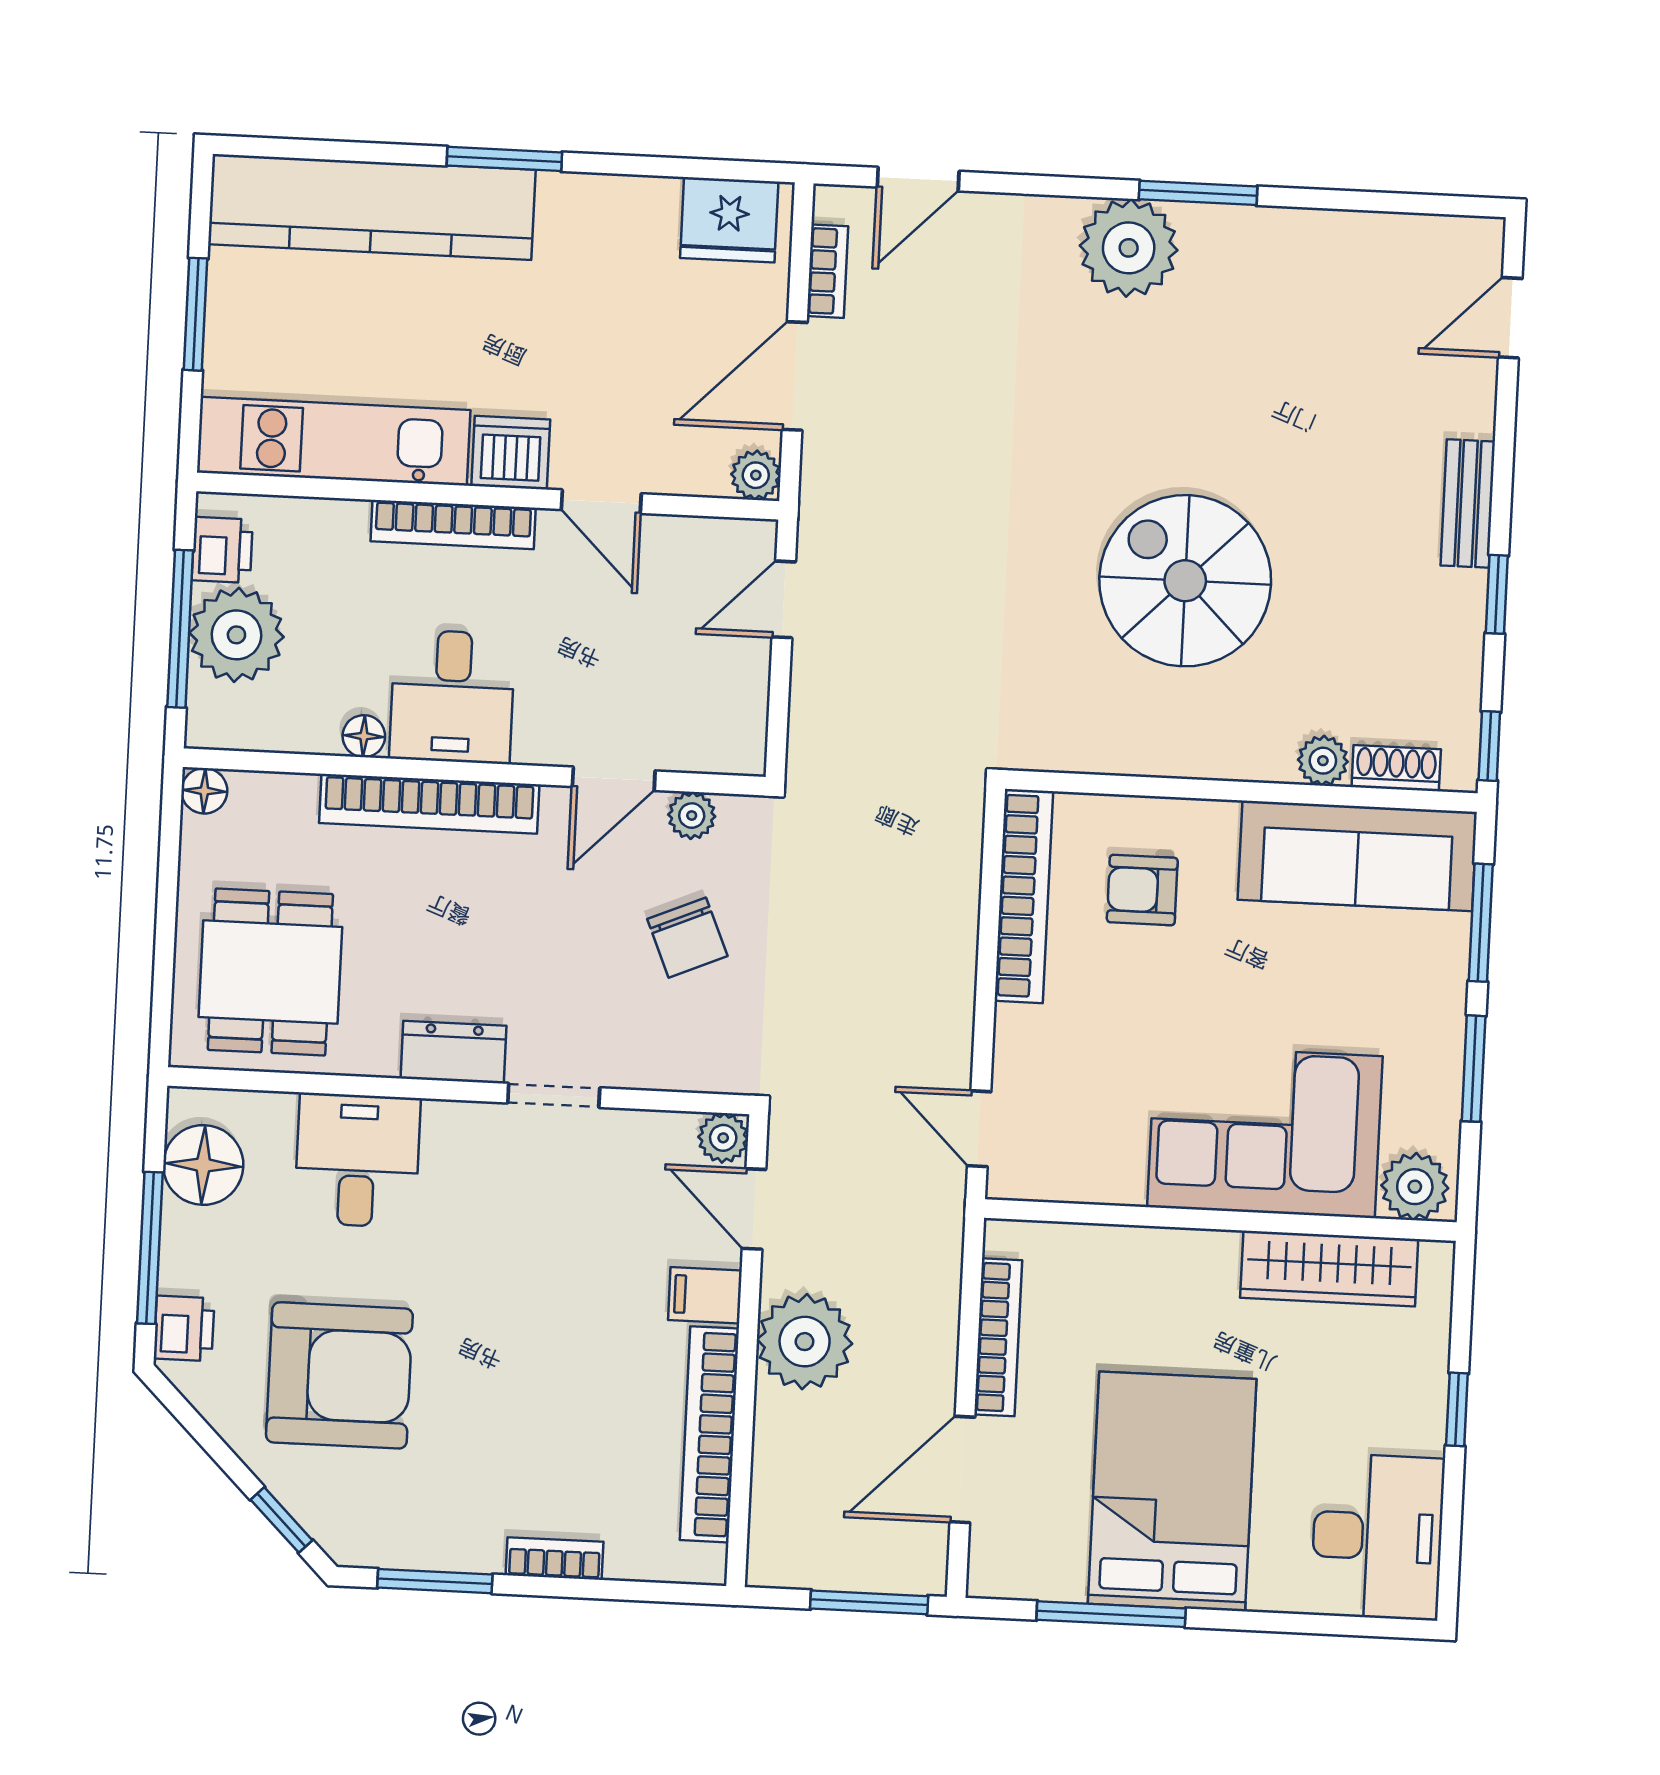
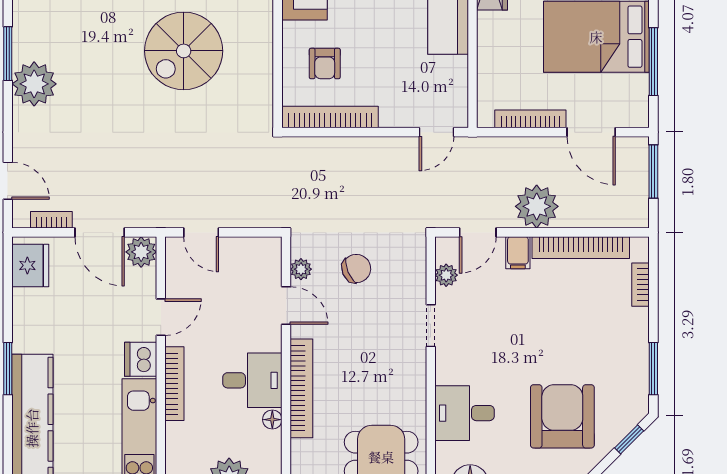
plant: (756, 475) -> (141, 252), width x1.38, depth x1.38
dresser: (454, 1052) -> (413, 372), removed
plant: (723, 1138) -> (446, 275), moved
bookcase: (555, 1559) -> (641, 285), moved

